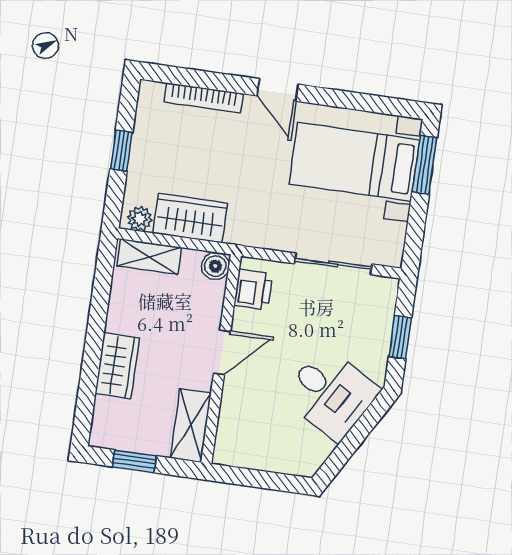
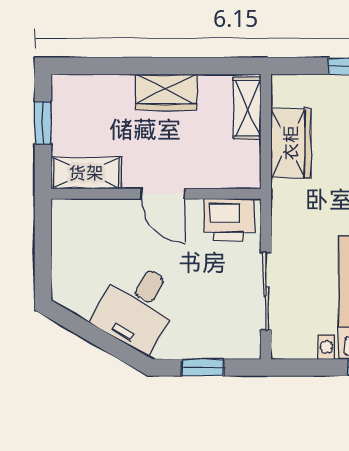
plant: (140, 219) -> (283, 94), removed
boiler: (215, 266) -> (247, 175), removed
printer: (253, 290) -> (229, 220), width x1.36, depth x1.24
wardrobe: (117, 366) -> (166, 92), moved

